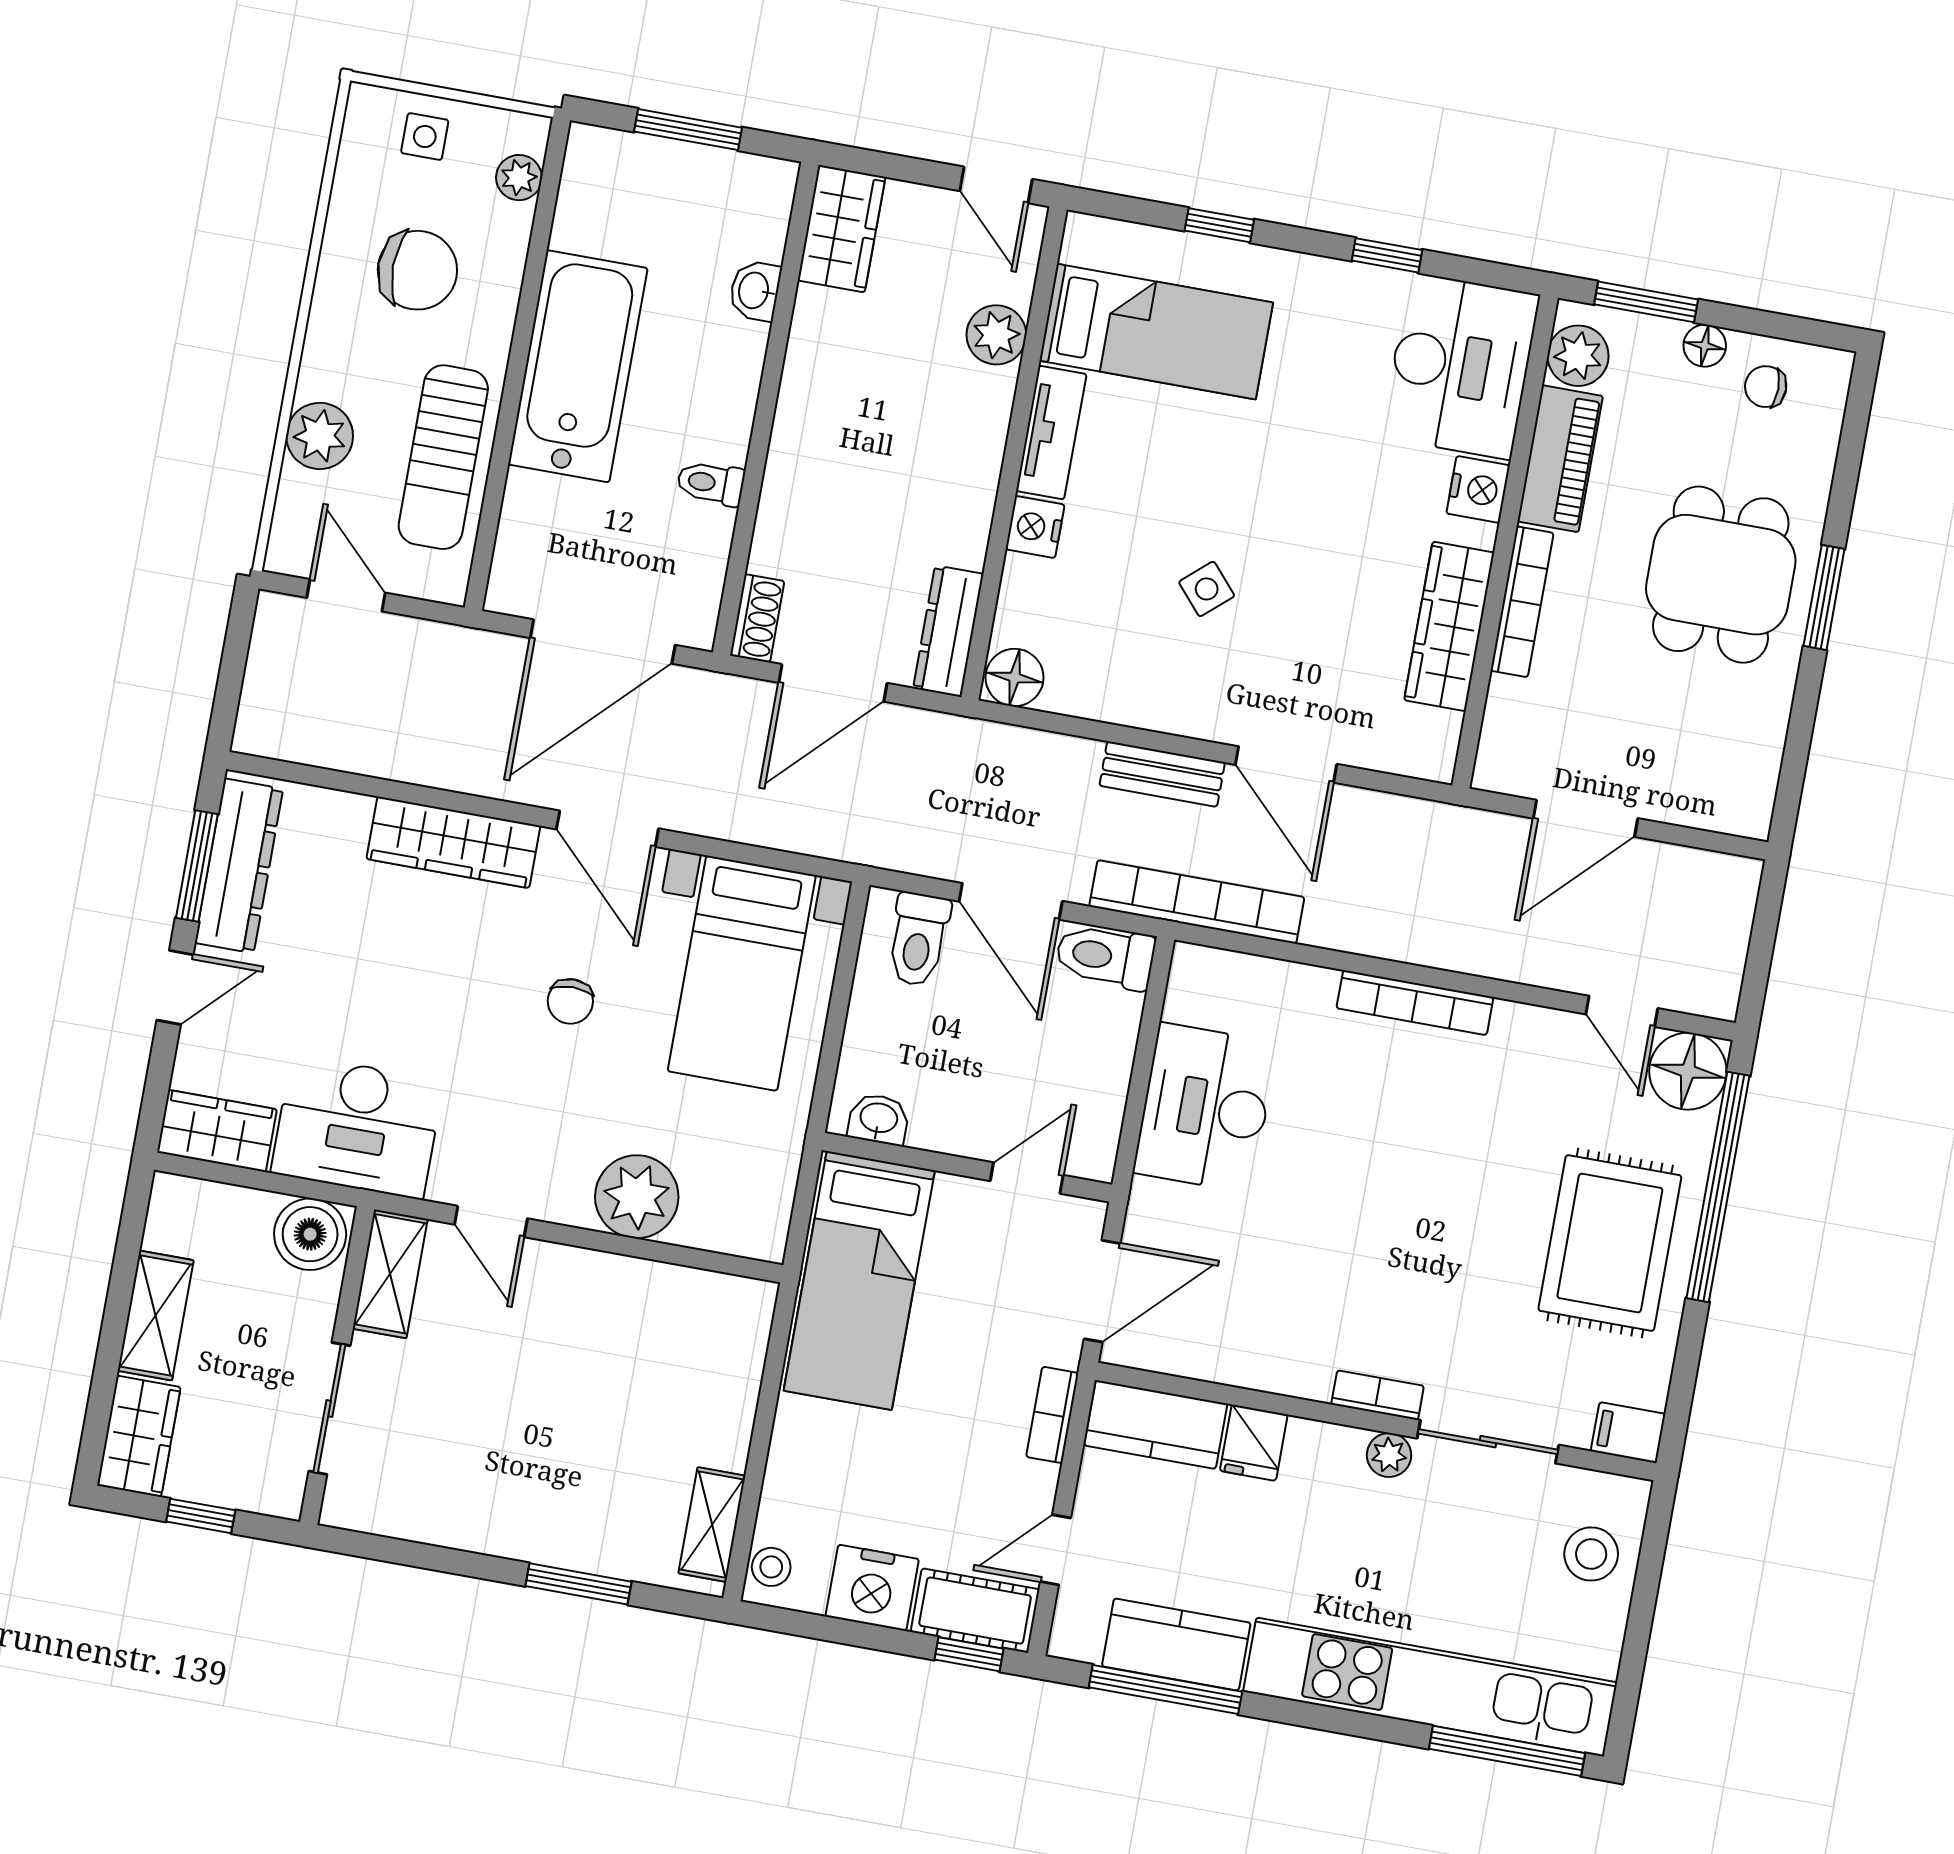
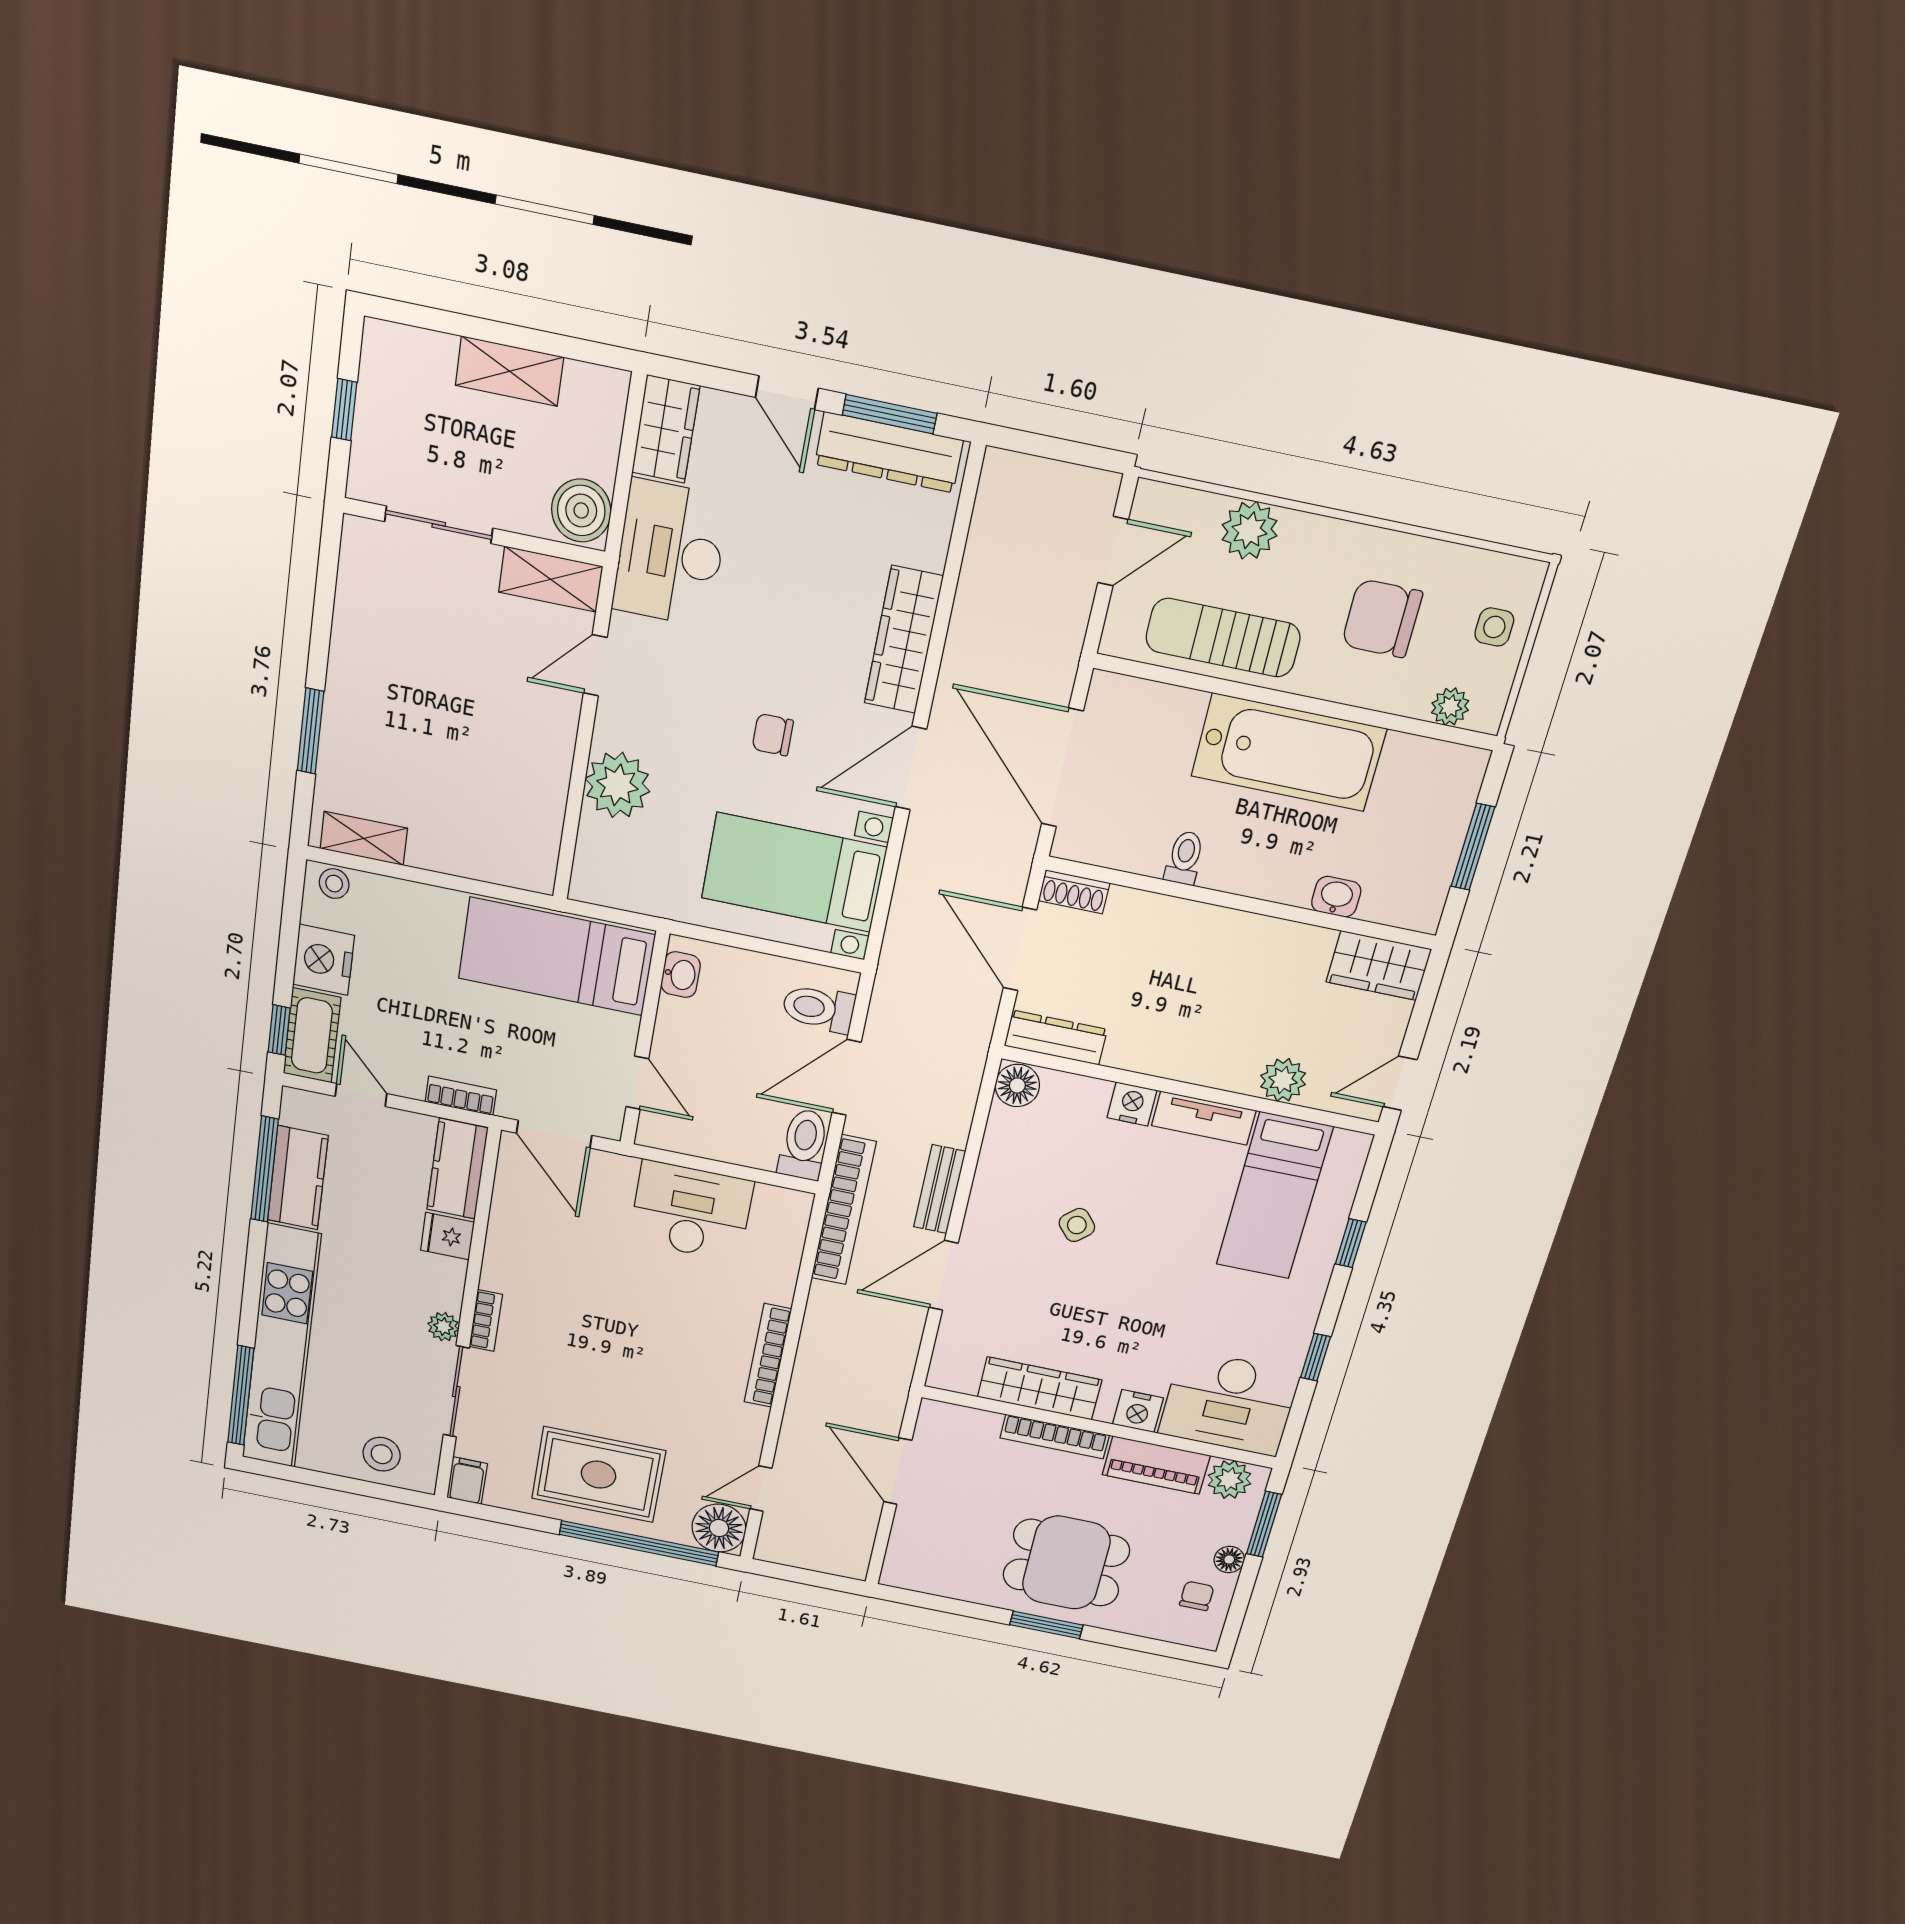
chair: (417, 270) -> (1382, 618), turned 90
wardrobe: (139, 1436) -> (407, 355), removed

